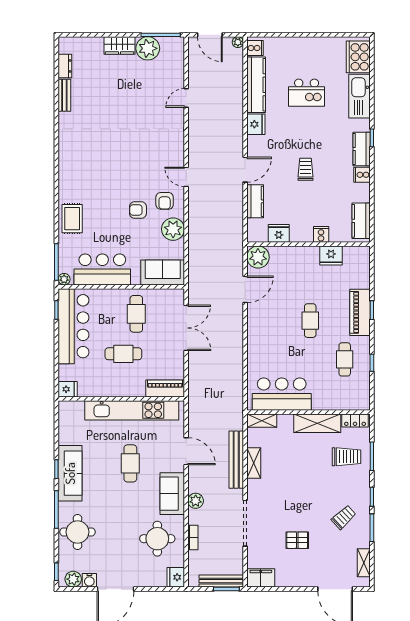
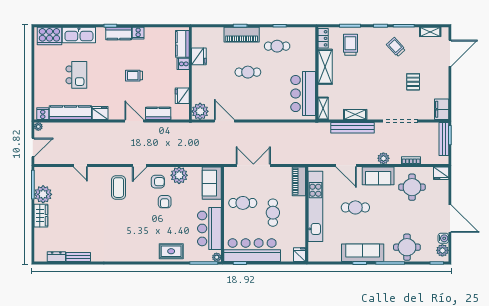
coffee table: (157, 149) -> (119, 188), added
kitchen counter: (361, 221) -> (182, 44), moved, turned 90
door: (186, 451) -> (346, 165), swing flipped

